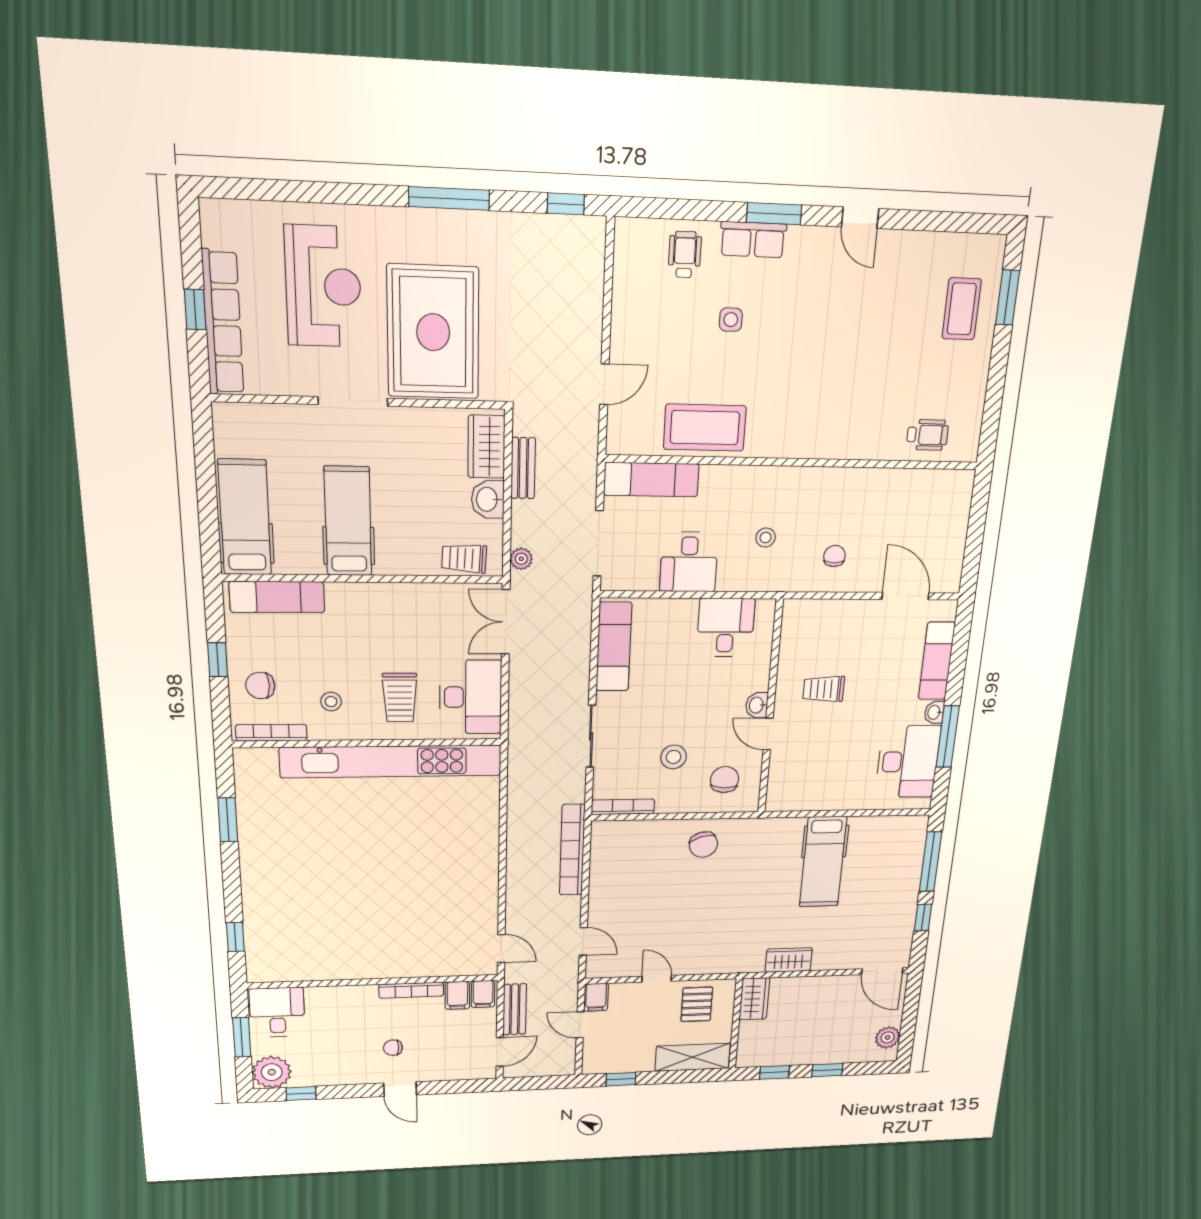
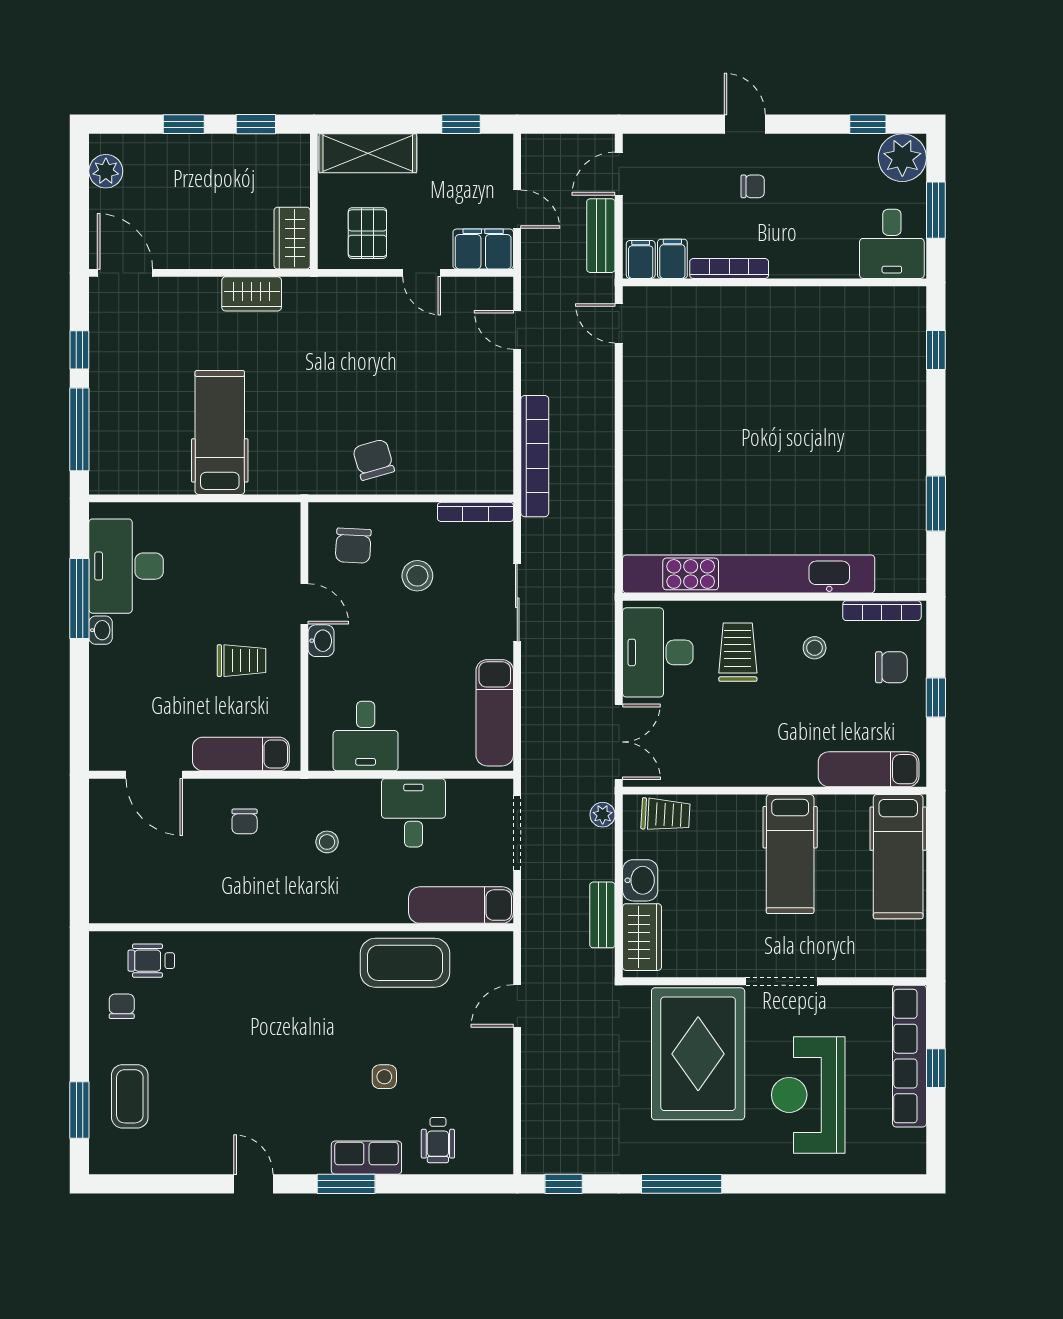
chair: (958, 394) -> (122, 1006), added
exam couch: (937, 661) -> (241, 754), moved, turned -90
filing cabinet: (596, 997) -> (483, 249), width x2.00

